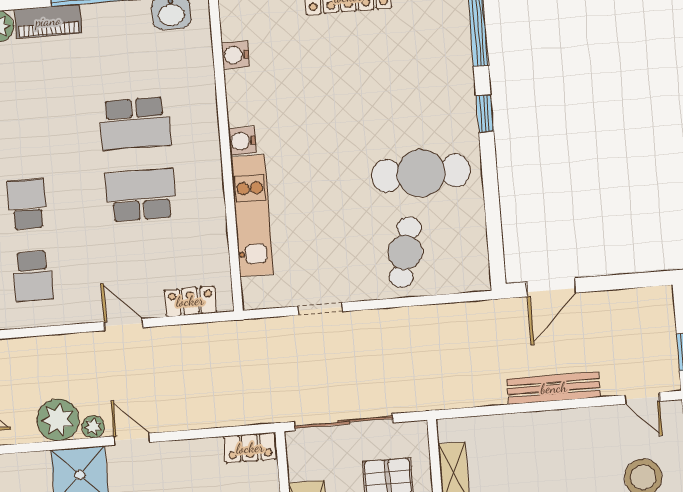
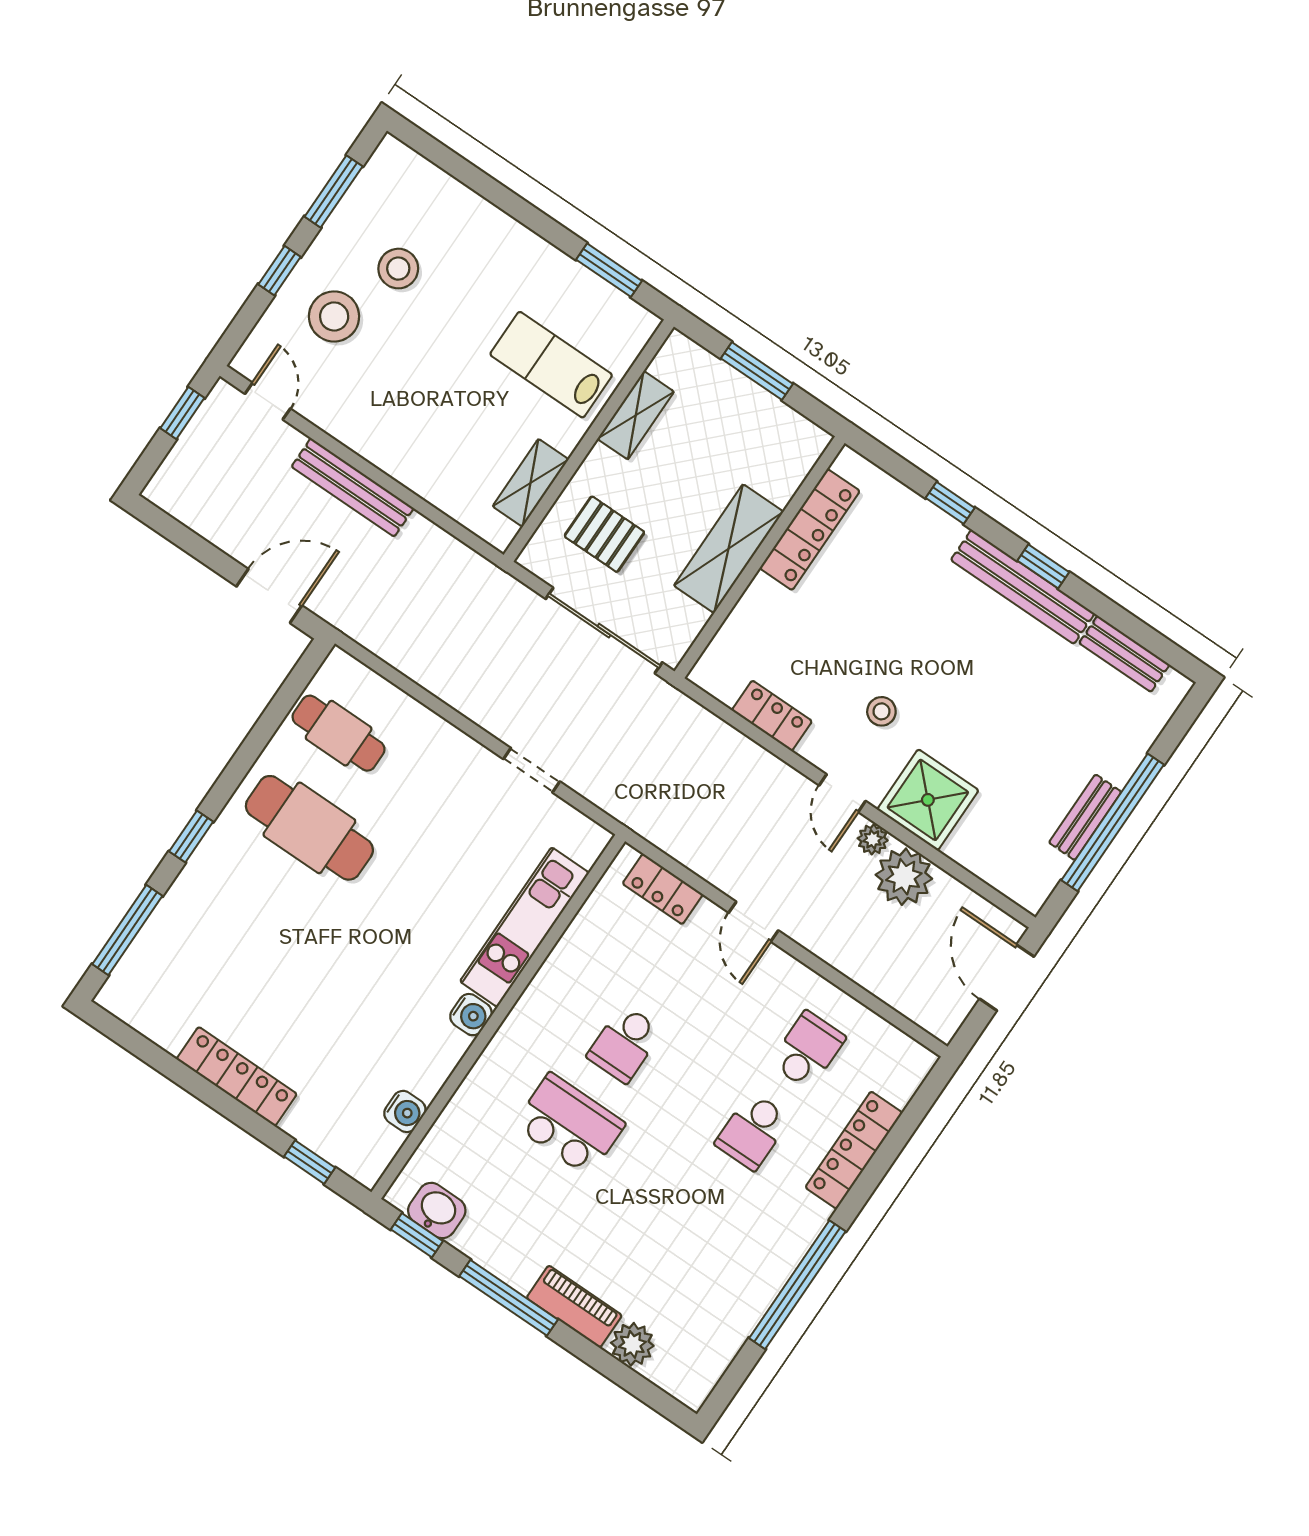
school desk: (141, 195) -> (625, 1044), width x0.54
cafe table: (405, 252) -> (339, 733), moved, turned 76
locker: (250, 448) -> (772, 716), moved

